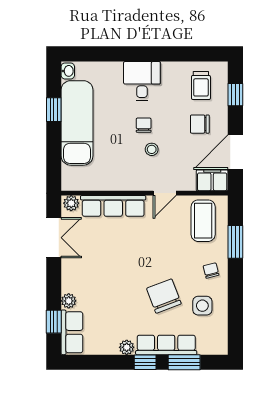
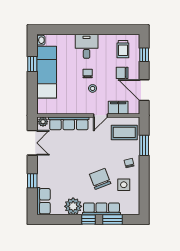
door: (235, 152) -> (144, 90), hinge flipped
filing cabinet: (212, 180) -> (118, 108), moved
coffee table: (203, 221) -> (124, 132), turned 90
plant: (69, 301) -> (41, 182), removed
window: (54, 322) -> (32, 181), moved
plant: (127, 347) -> (73, 206), width x1.88, depth x1.88

